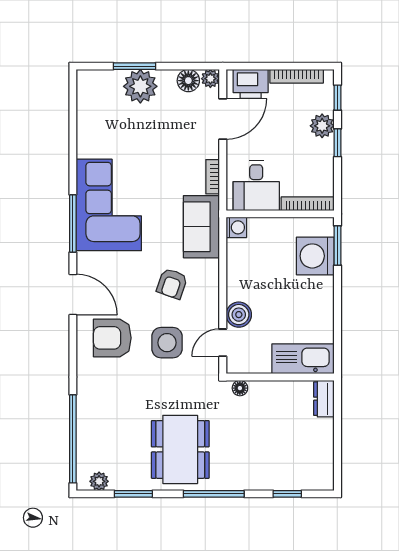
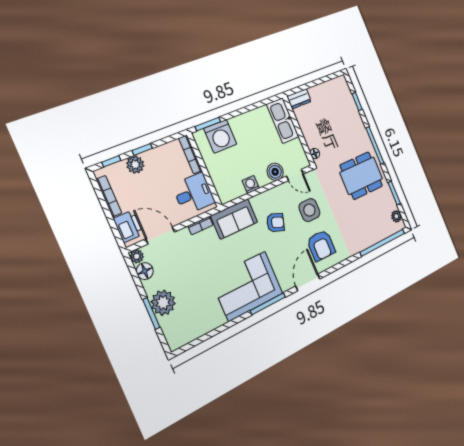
washing machine: (236, 227) -> (251, 184), moved

